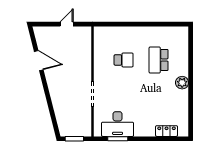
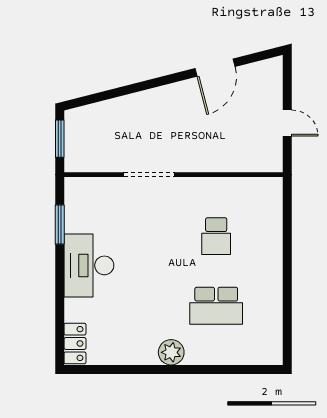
school desk: (159, 60) -> (216, 306), turned 180
desk: (118, 124) -> (89, 265), moved
locker: (167, 131) -> (75, 343), moved

